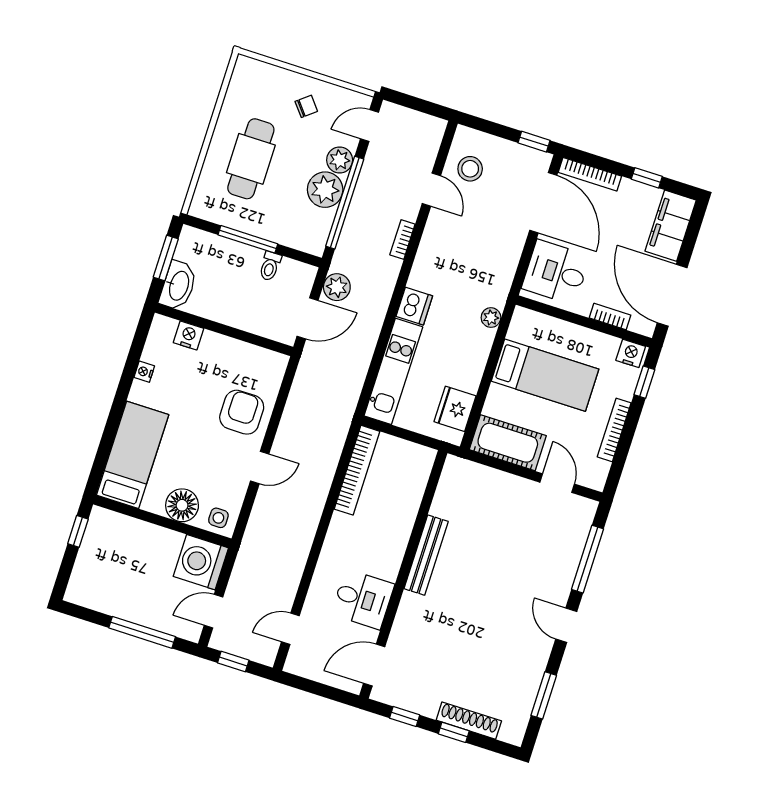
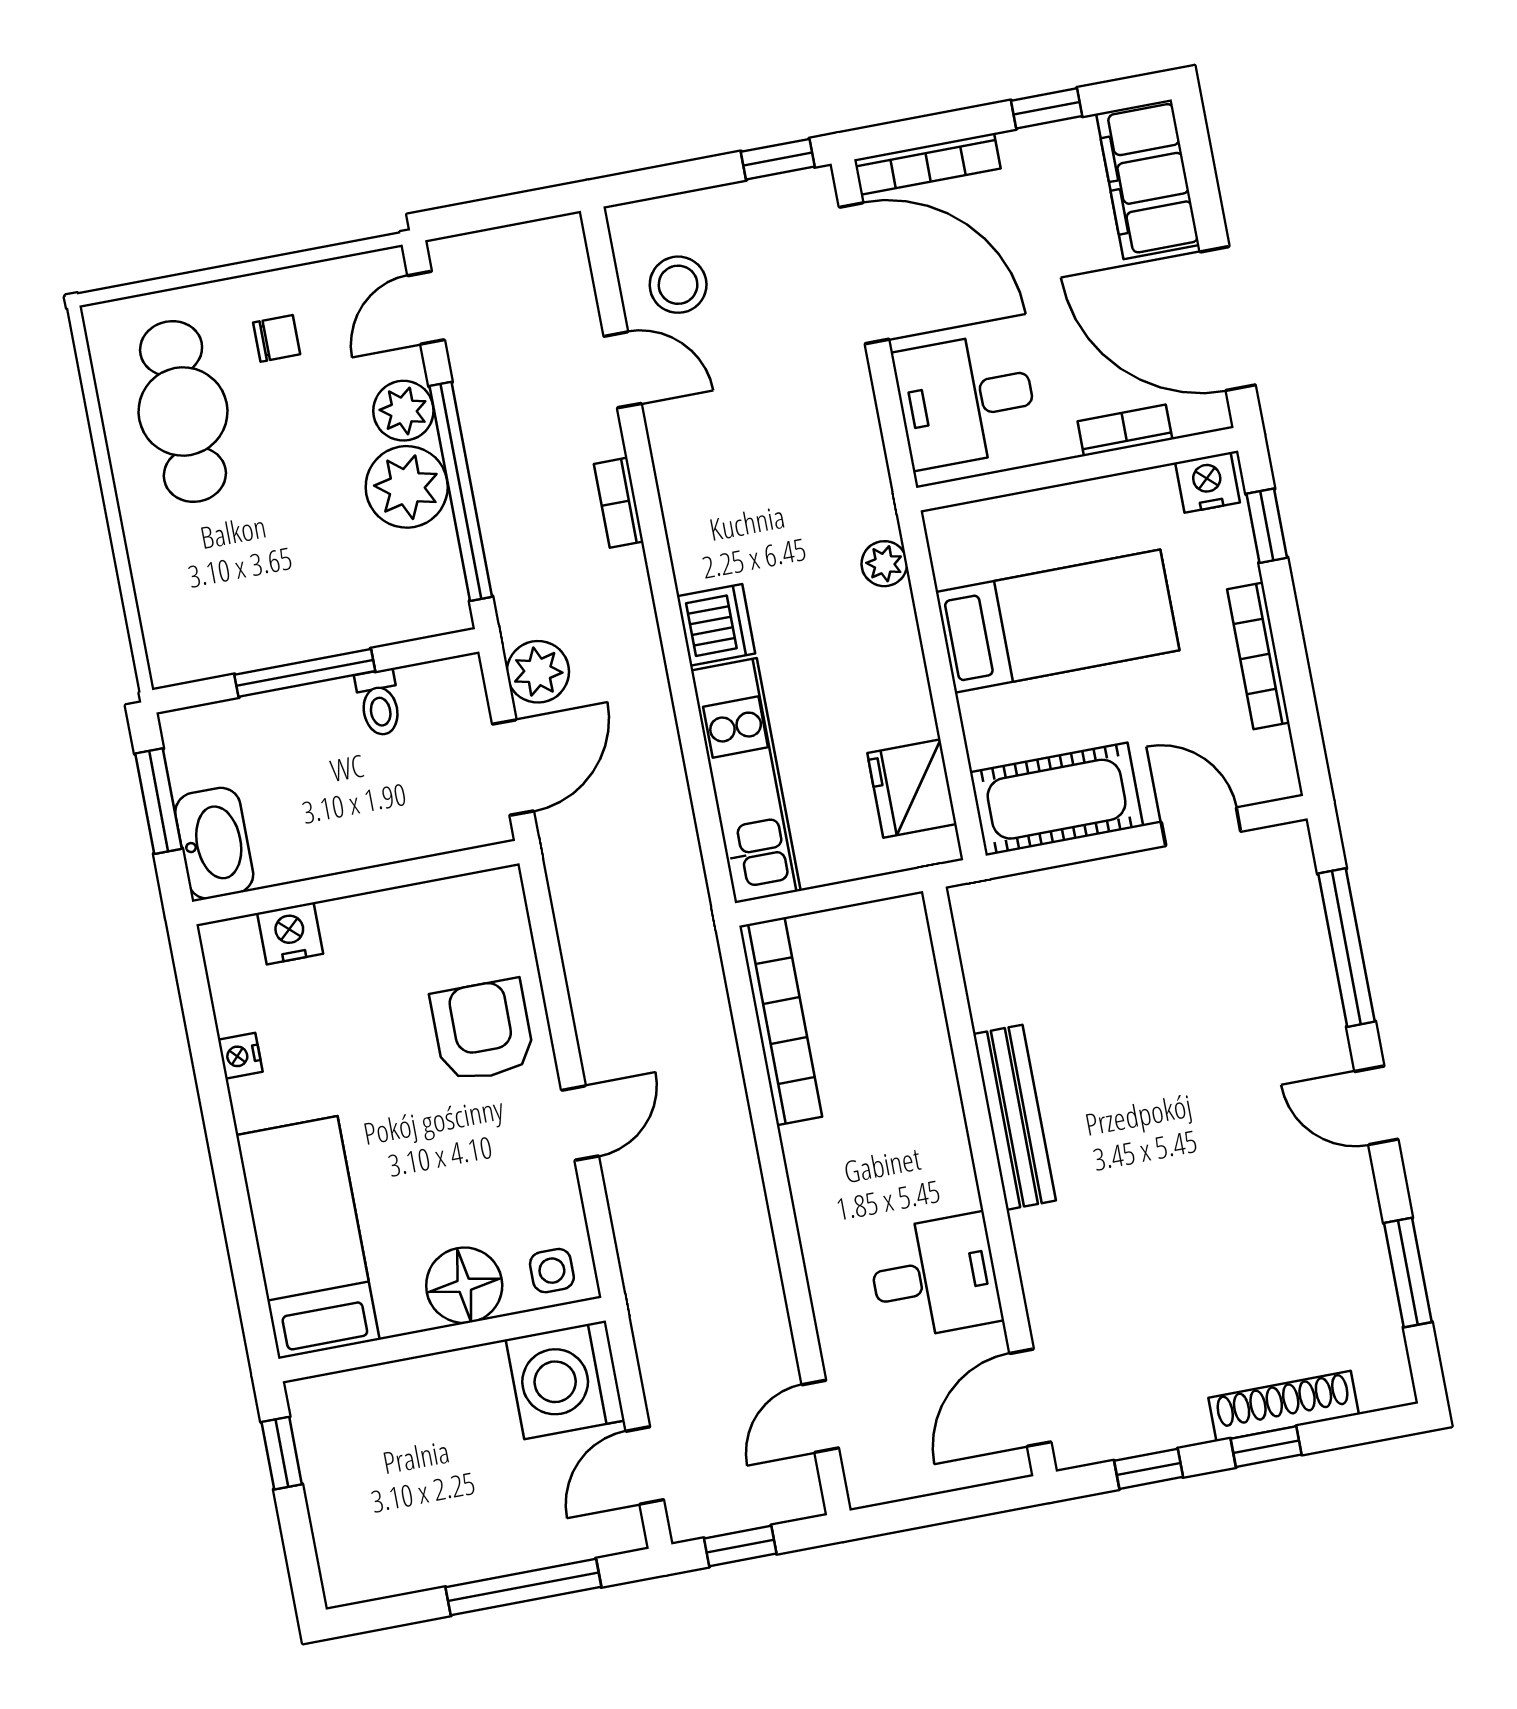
chair: (306, 106) -> (277, 338), turned 39
cafe table: (251, 159) -> (183, 412), moved

